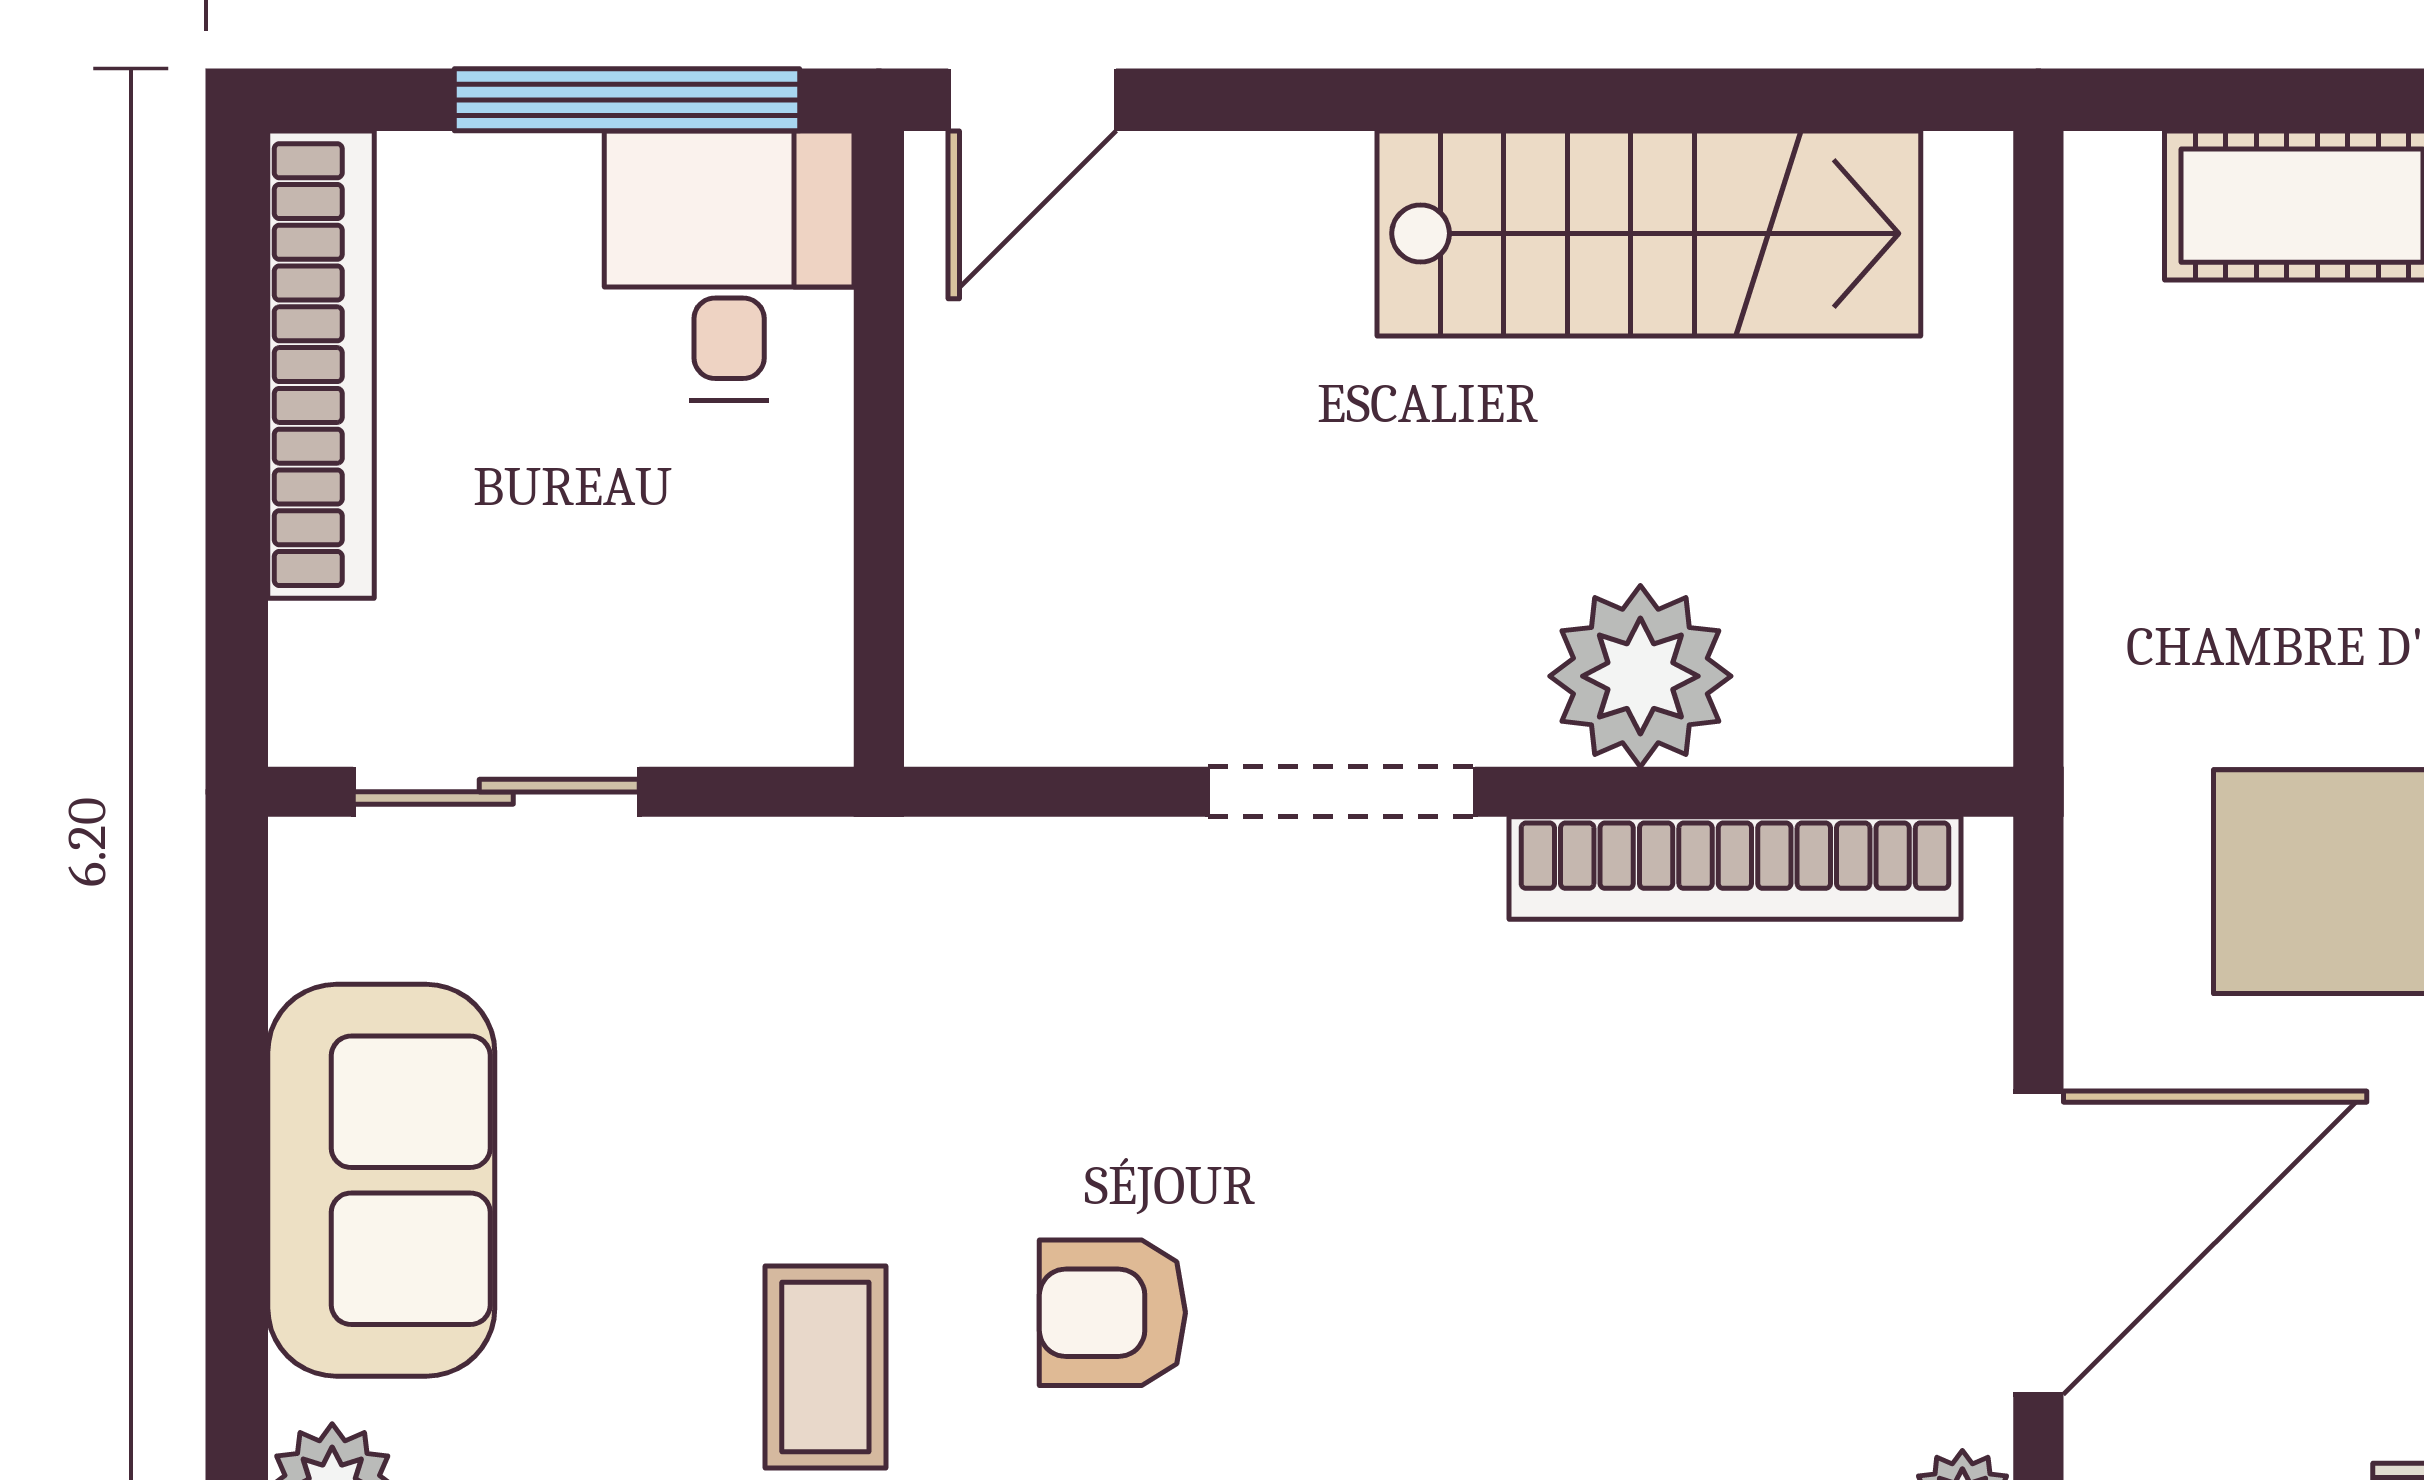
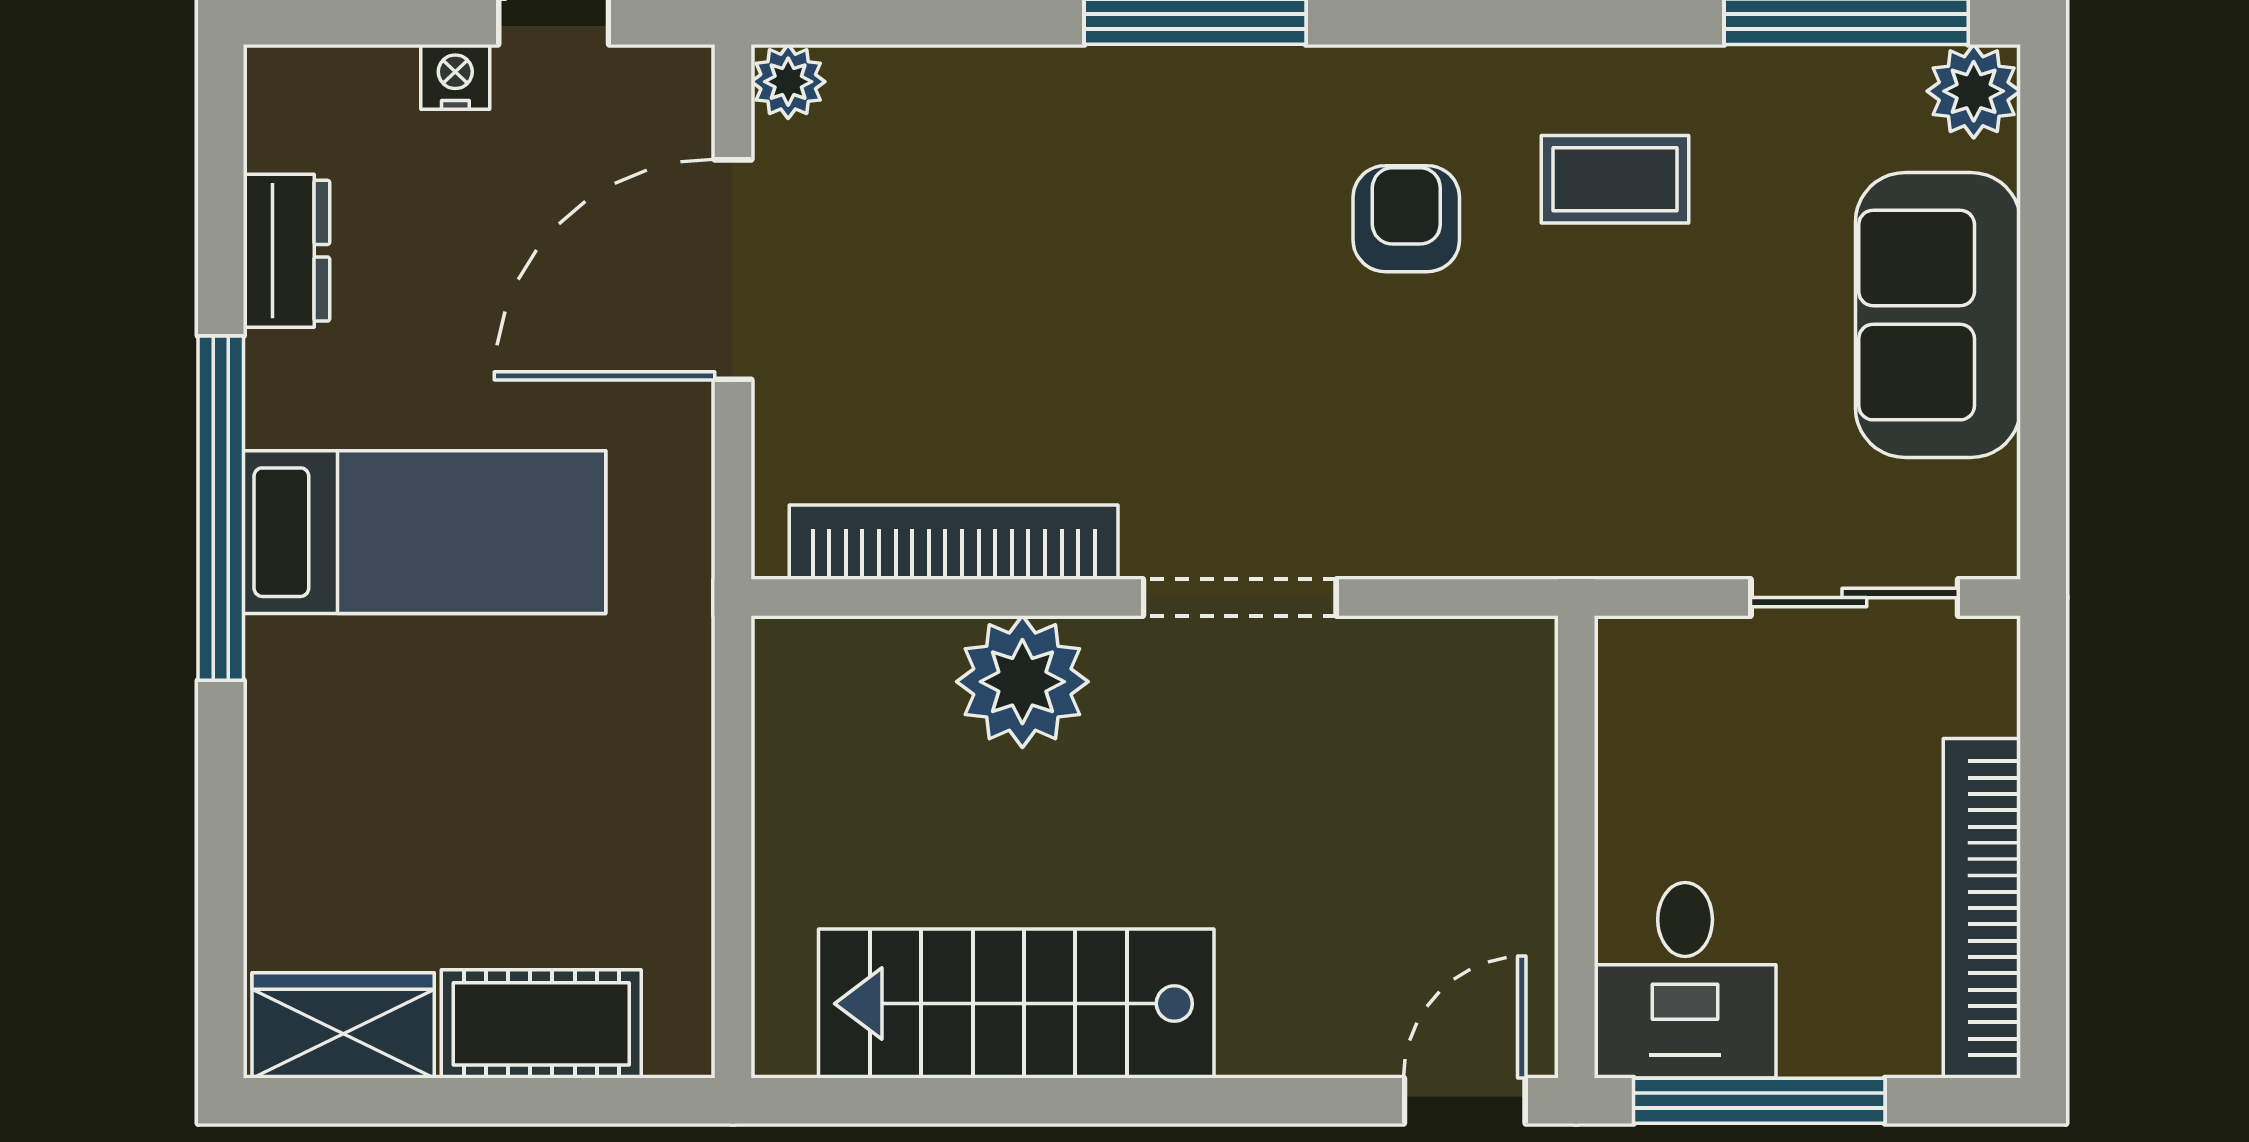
armchair: (1112, 1313) -> (1406, 219), turned -90
coffee table: (825, 1367) -> (1615, 179), turned 90

